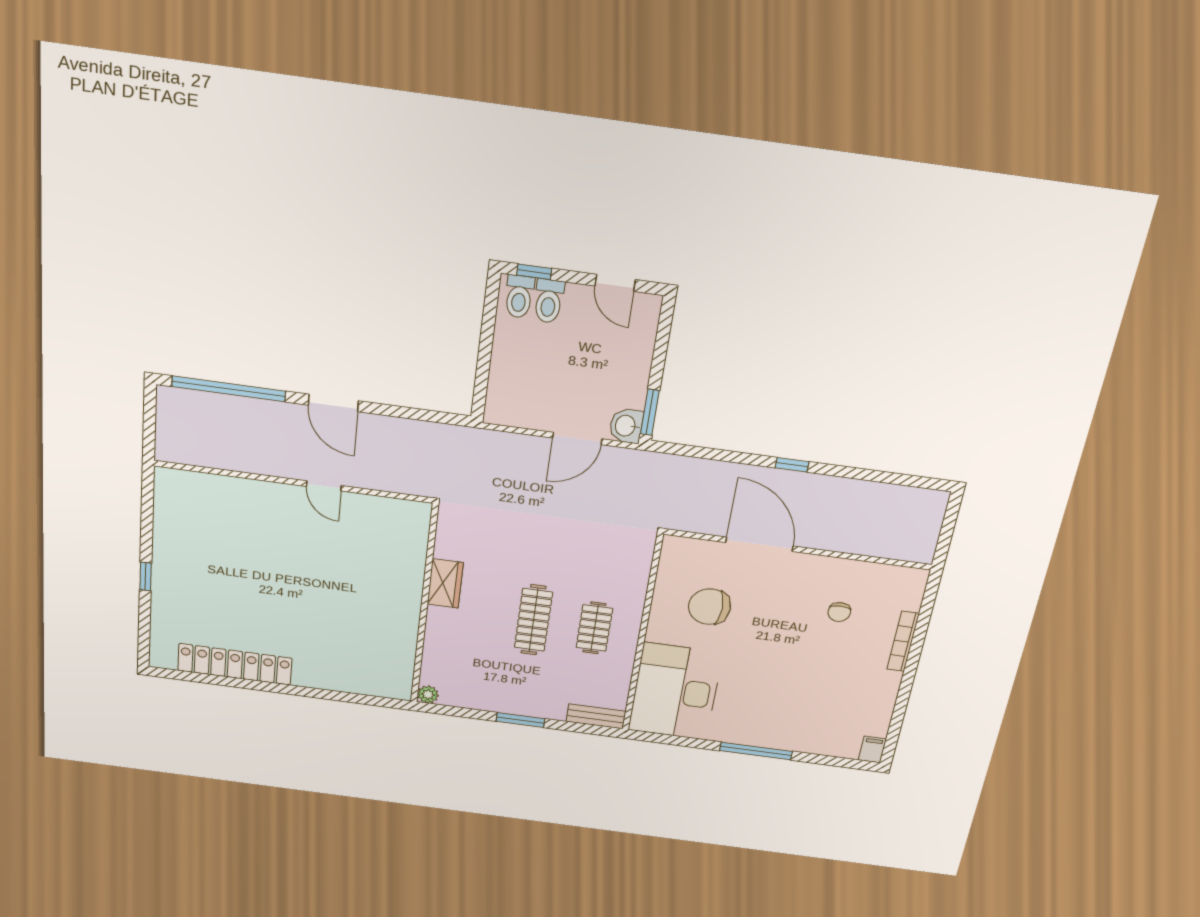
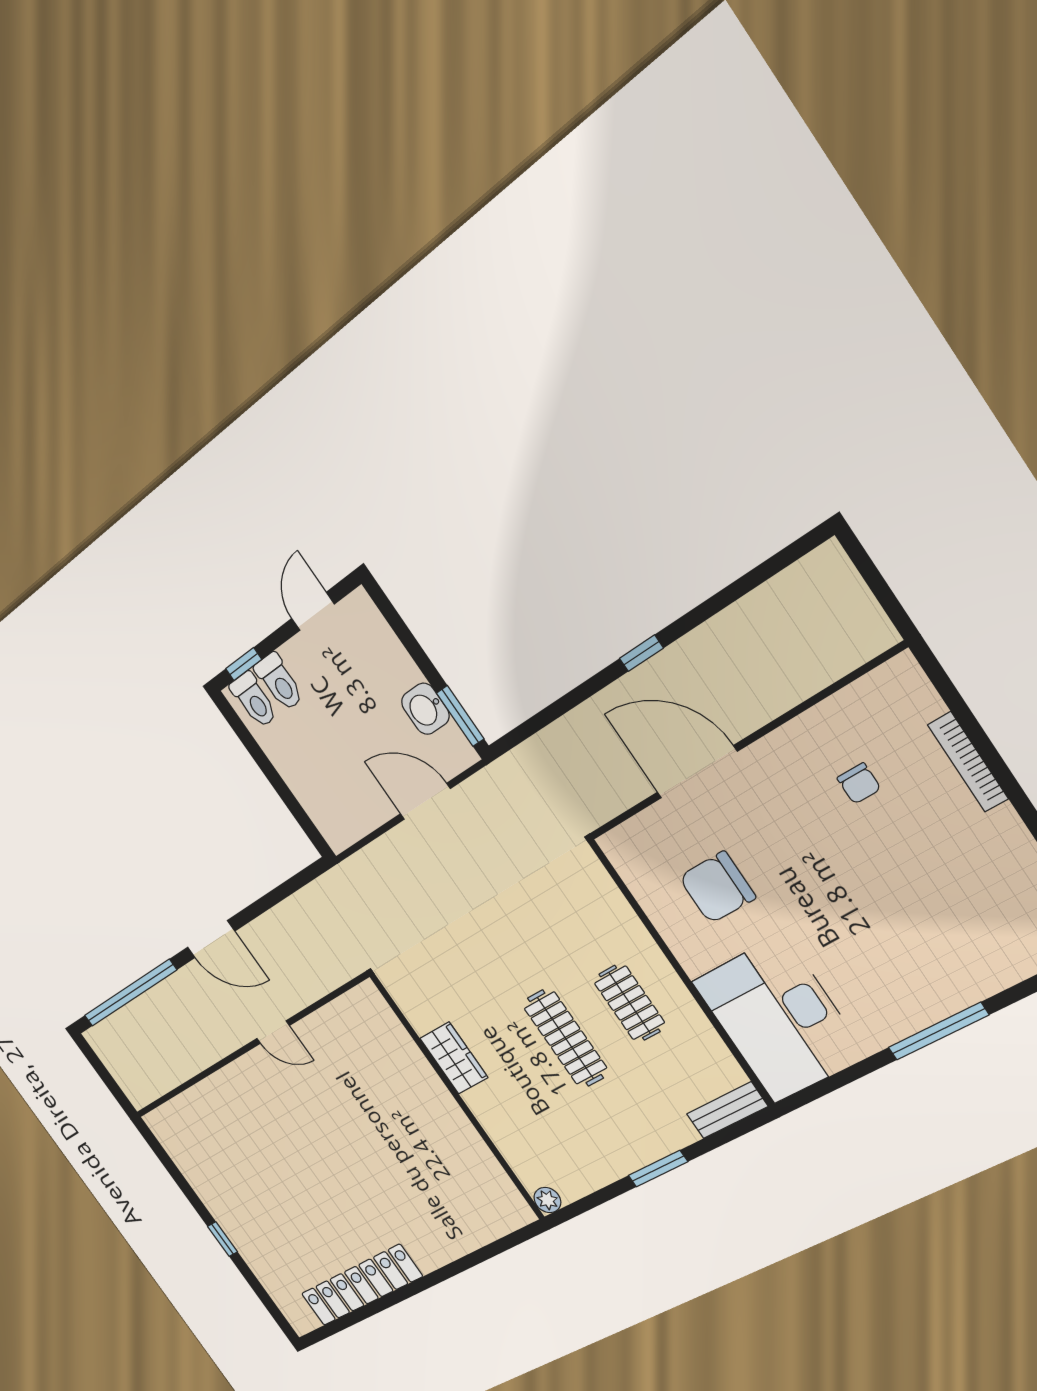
door: (615, 283) -> (313, 611), swing flipped
washbasin: (626, 426) -> (425, 709), moved
door: (577, 438) -> (425, 801), swing flipped

